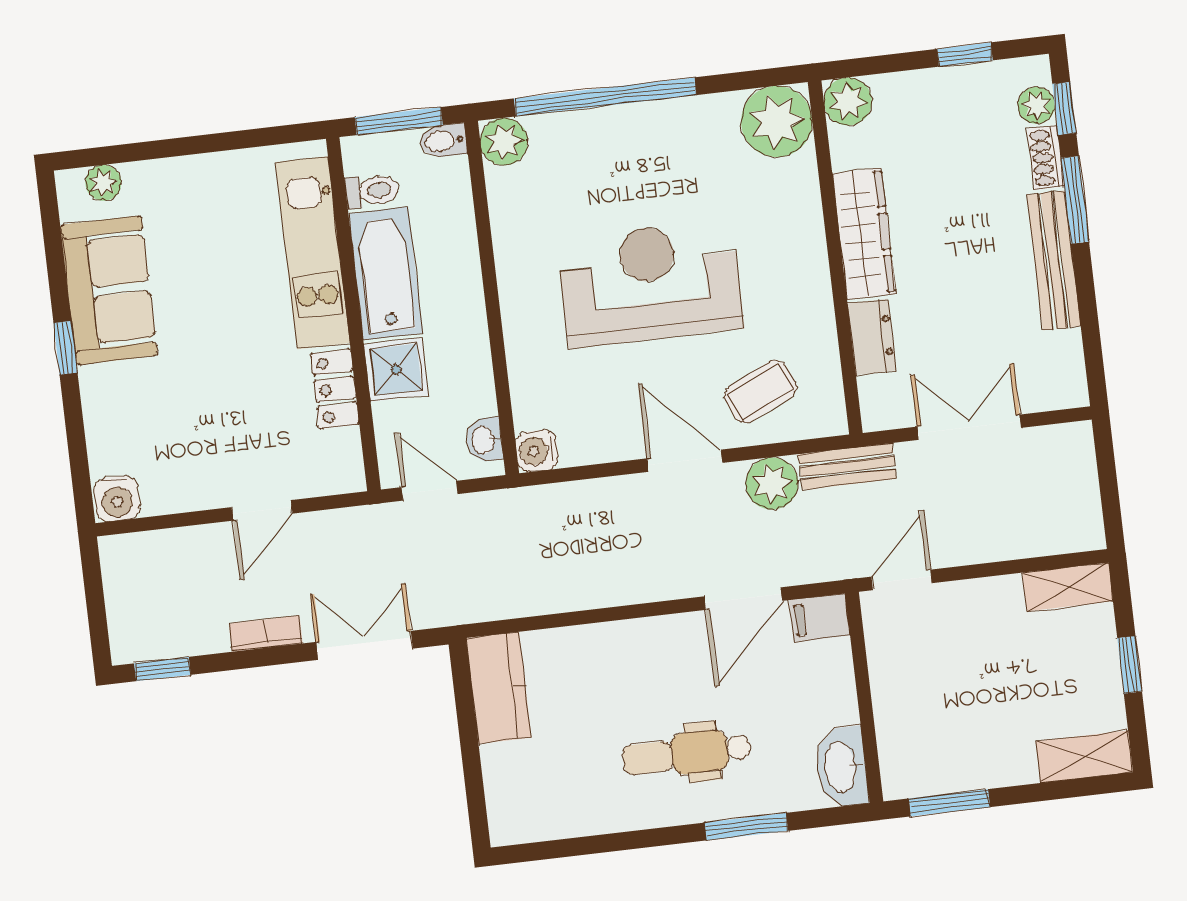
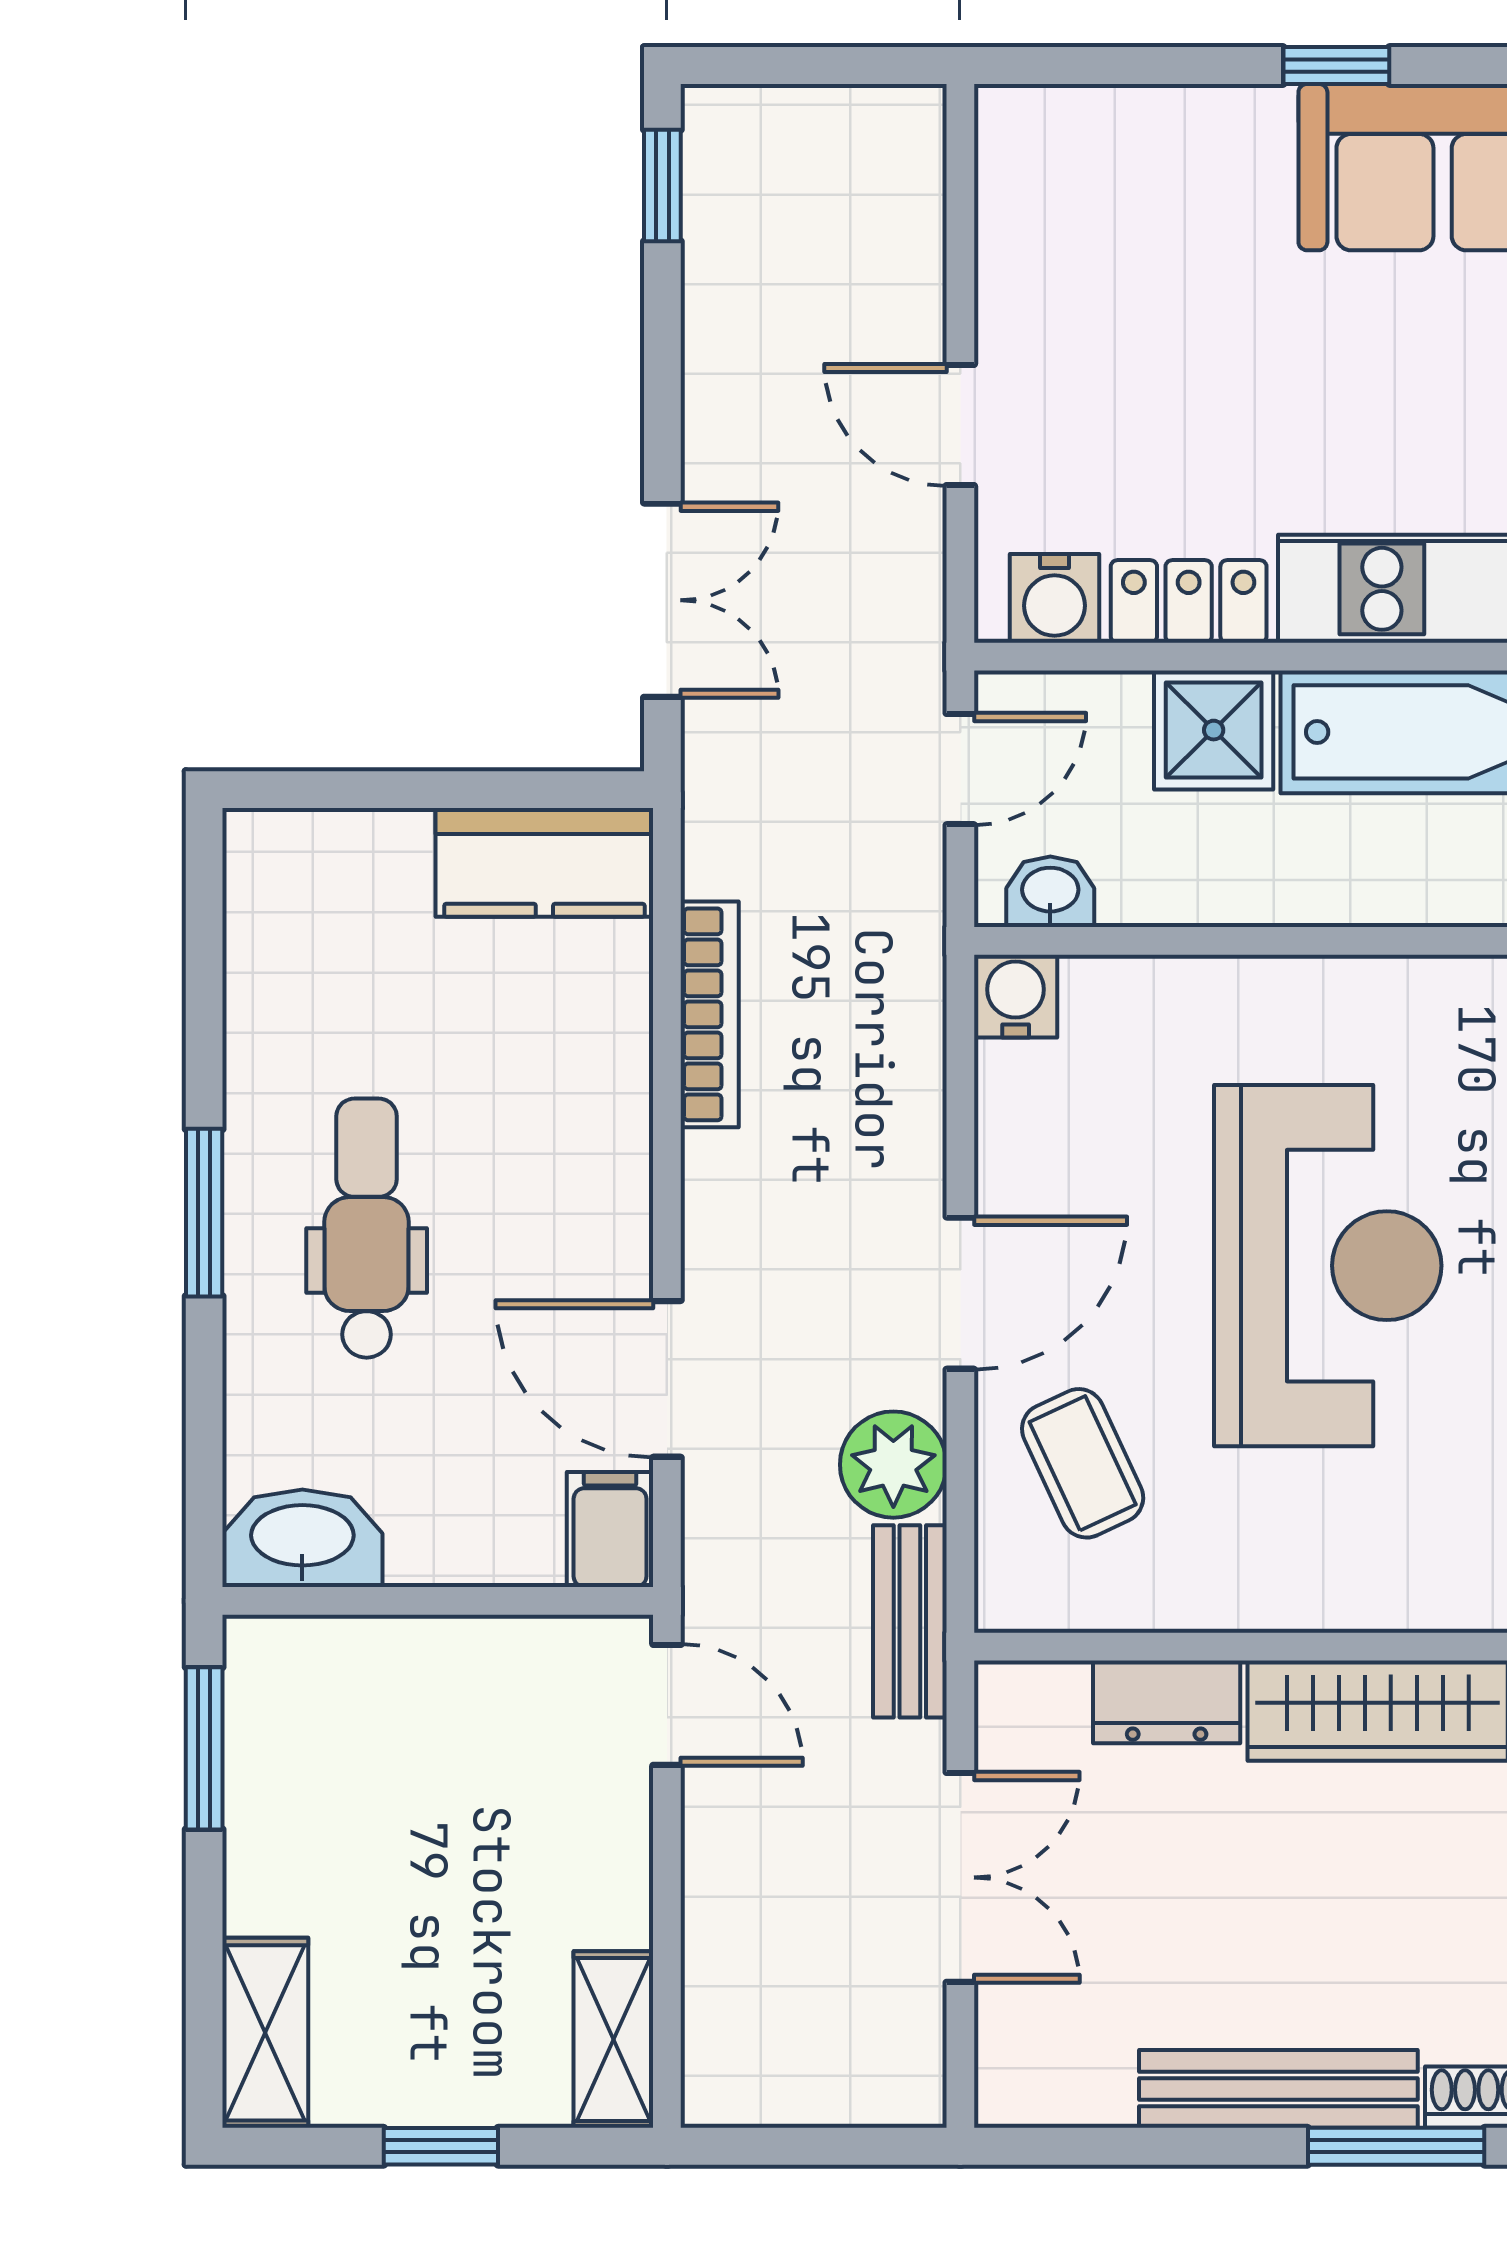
water cooler: (117, 499) -> (1054, 598), moved, turned -90
bookcase: (266, 634) -> (710, 1014), moved, width x1.56
window: (746, 827) -> (204, 1213), moved

